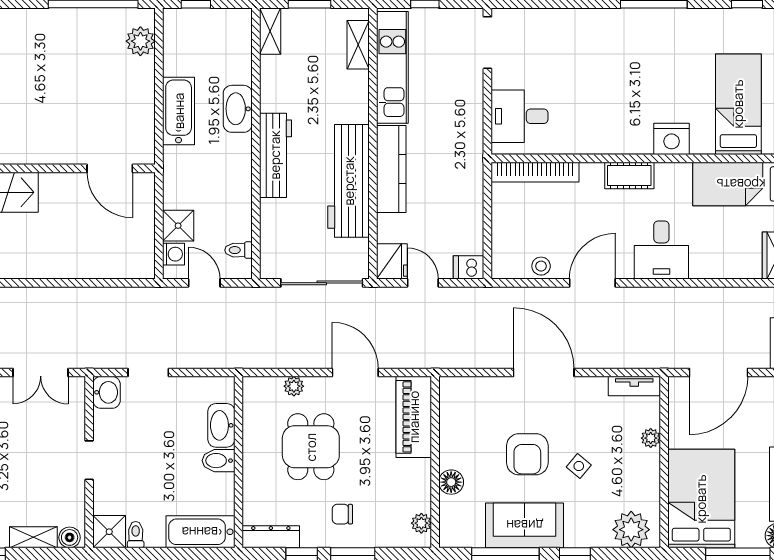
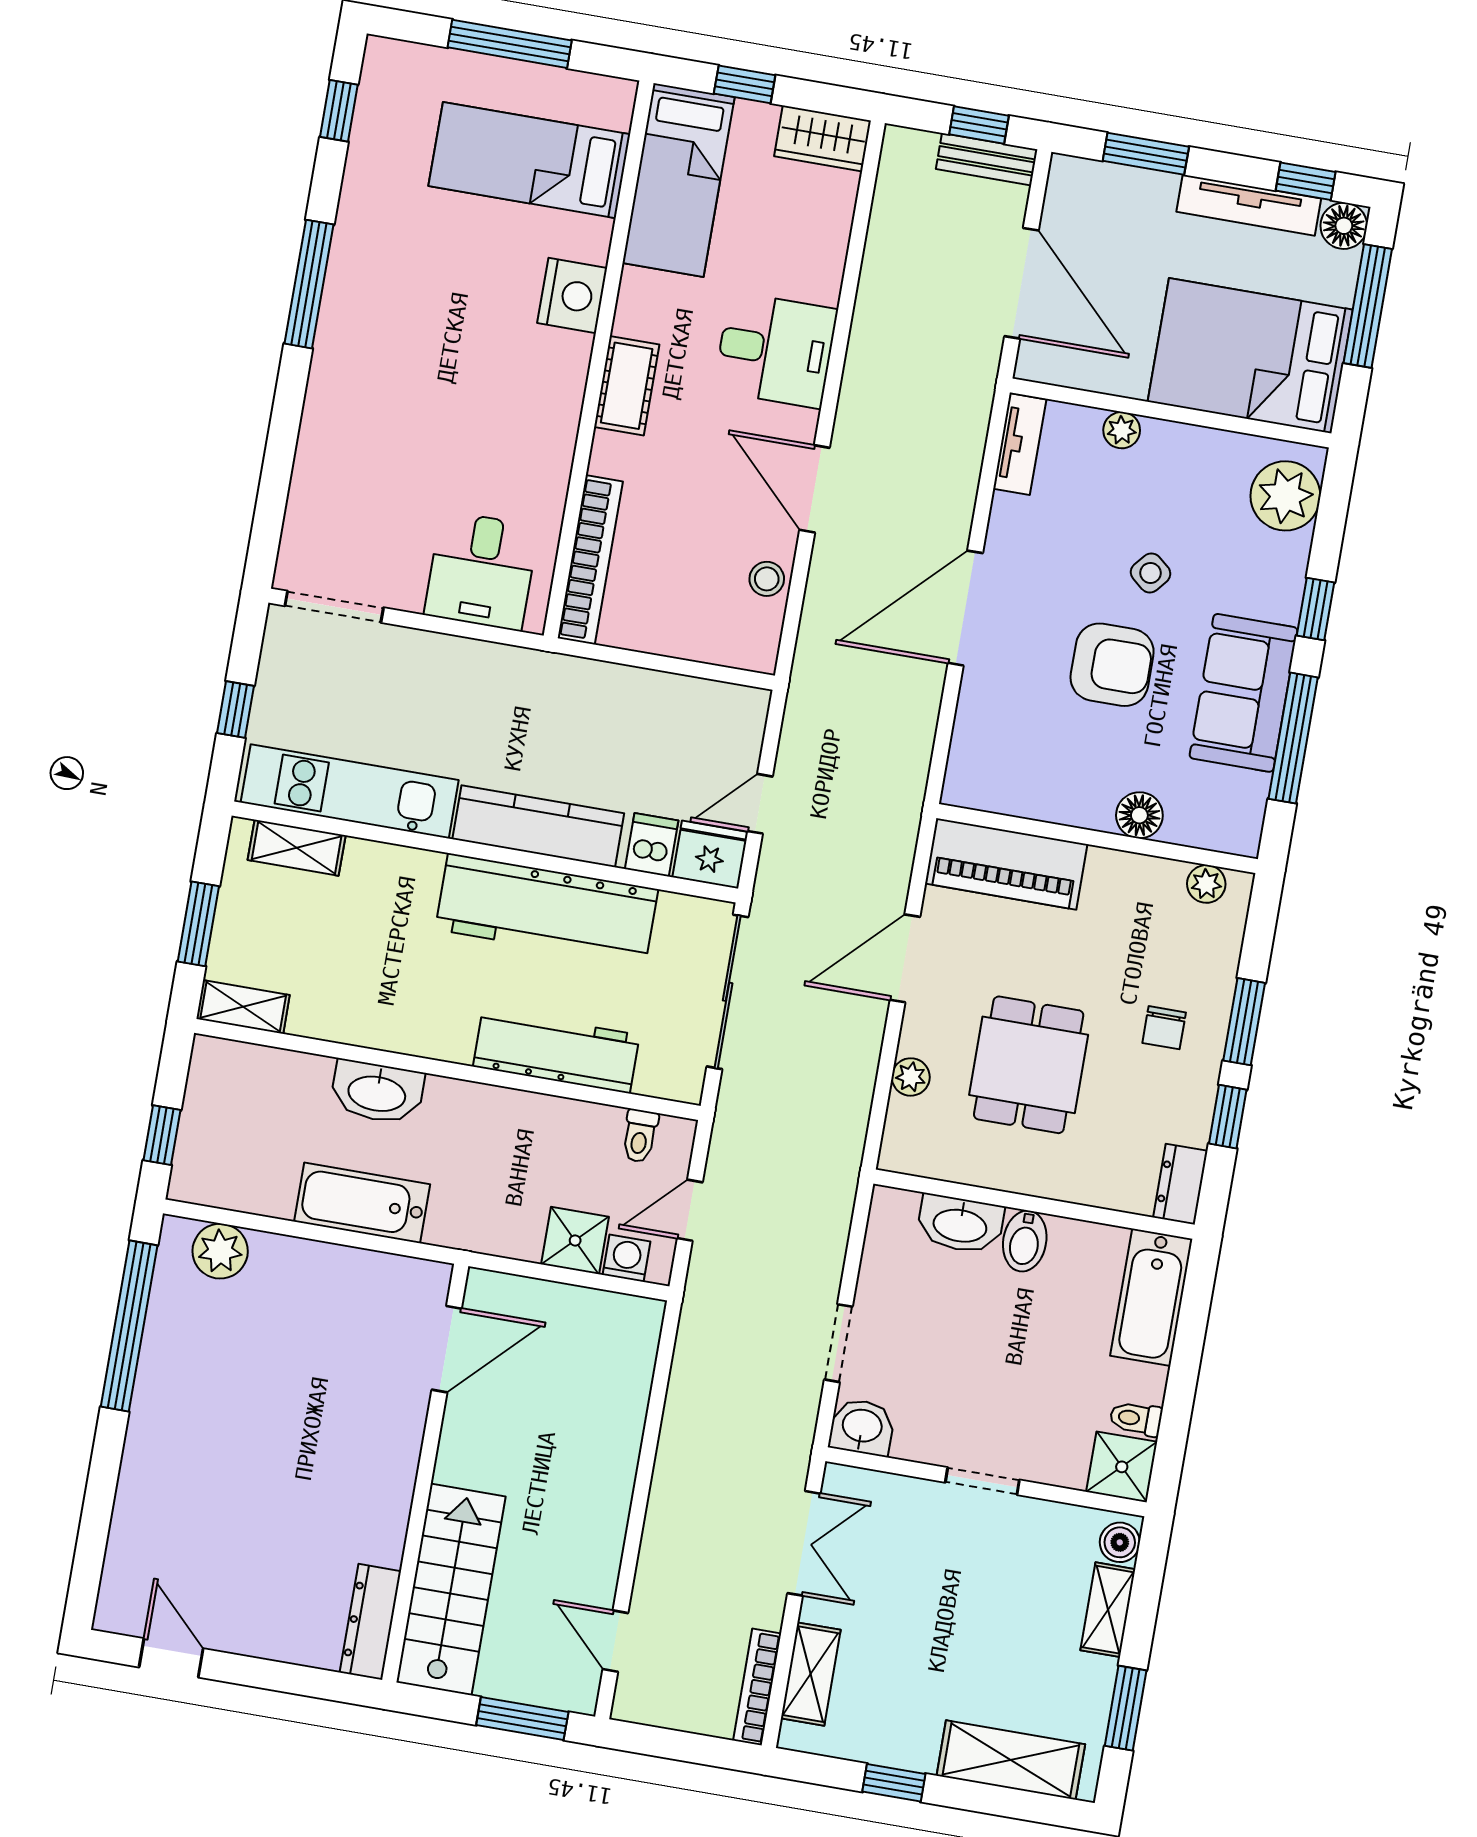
workbench: (275, 155) -> (556, 1051), moved
dishwasher: (469, 267) -> (652, 845), moved, turned 180
dining table: (311, 447) -> (1029, 1065), turned 90
dresser: (271, 537) -> (1180, 1184), width x0.70

